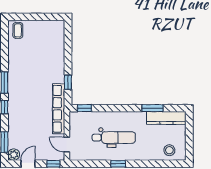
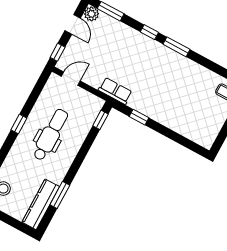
row of seats: (59, 109) -> (115, 91), width x0.50
dental chair: (114, 138) -> (50, 135), turned 180

